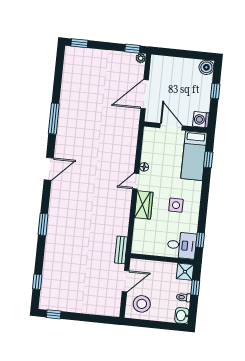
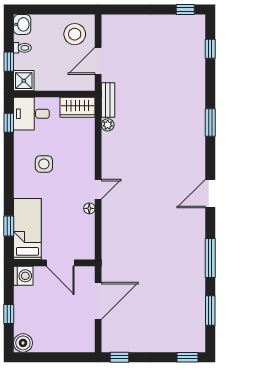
plant: (141, 58) -> (108, 125), moved
window: (58, 78) -> (210, 310), added
wardrobe: (144, 205) -> (78, 107), moved, turned -90

